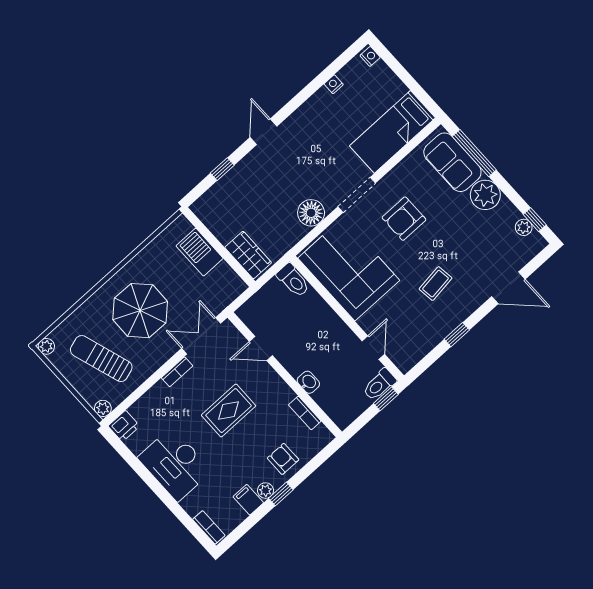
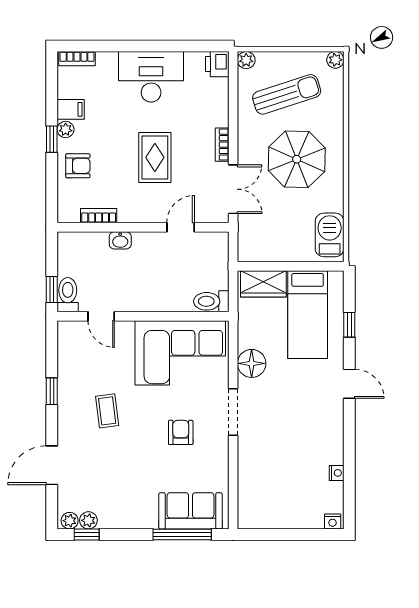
bed: (392, 132) -> (308, 315), moved, turned 180
plant: (485, 195) -> (70, 521), moved, width x0.53, depth x0.53
armchair: (404, 219) -> (181, 432), width x0.72, depth x0.72
barbecue: (200, 252) -> (330, 235), moved, turned -90

